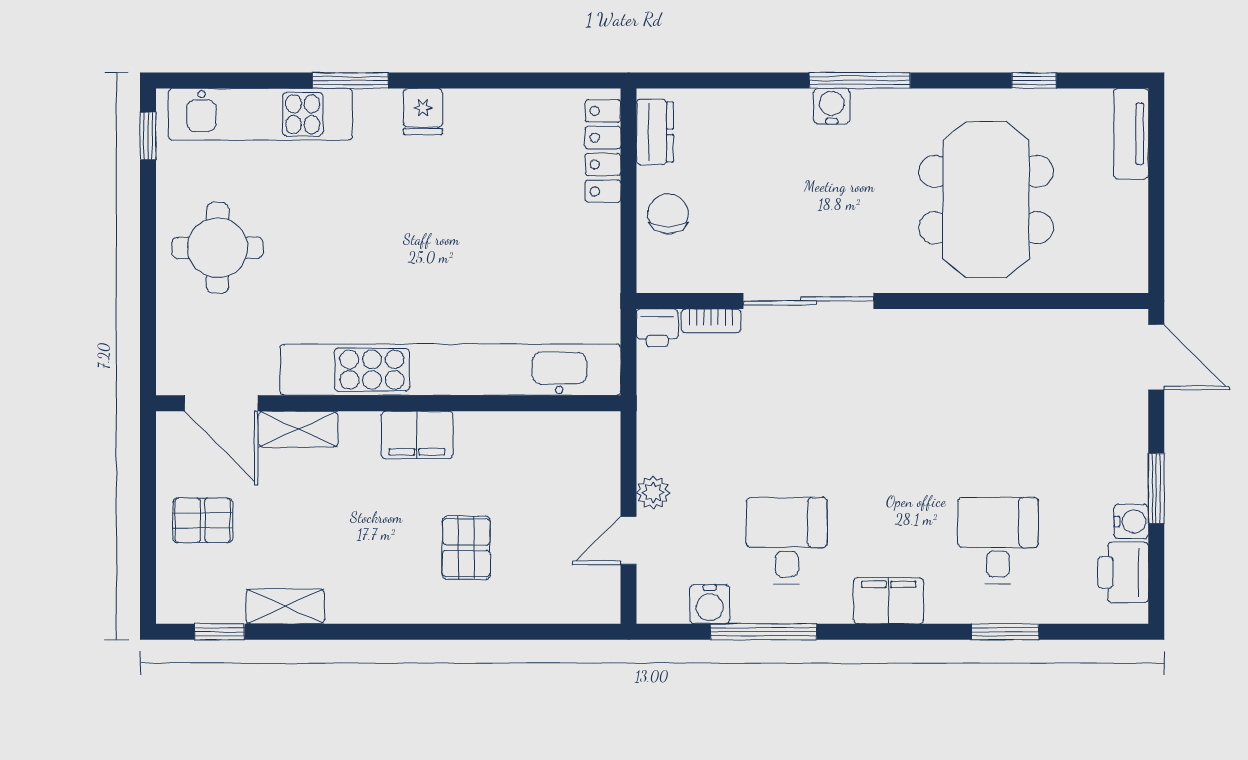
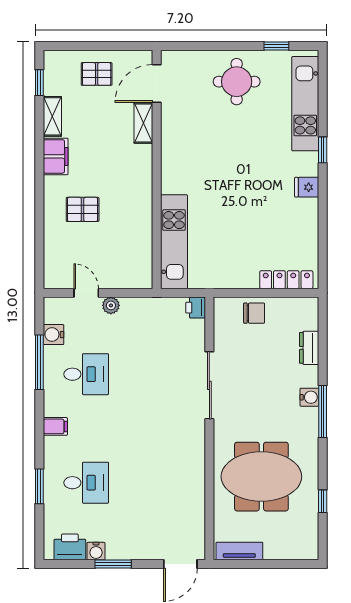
window: (350, 80) -> (323, 150), width x0.67
dresser: (655, 132) -> (309, 348), moved, turned 90
tv unit: (1131, 134) -> (239, 551), moved
window: (148, 136) -> (276, 46), moved
bookcase: (711, 321) -> (199, 335), removed
kitchen unit: (450, 370) -> (174, 242), width x0.54
filing cabinet: (417, 435) -> (56, 156), moved, turned 180
pallet: (203, 520) -> (97, 74), turned 90
filing cabinet: (889, 601) -> (55, 426), width x0.50

